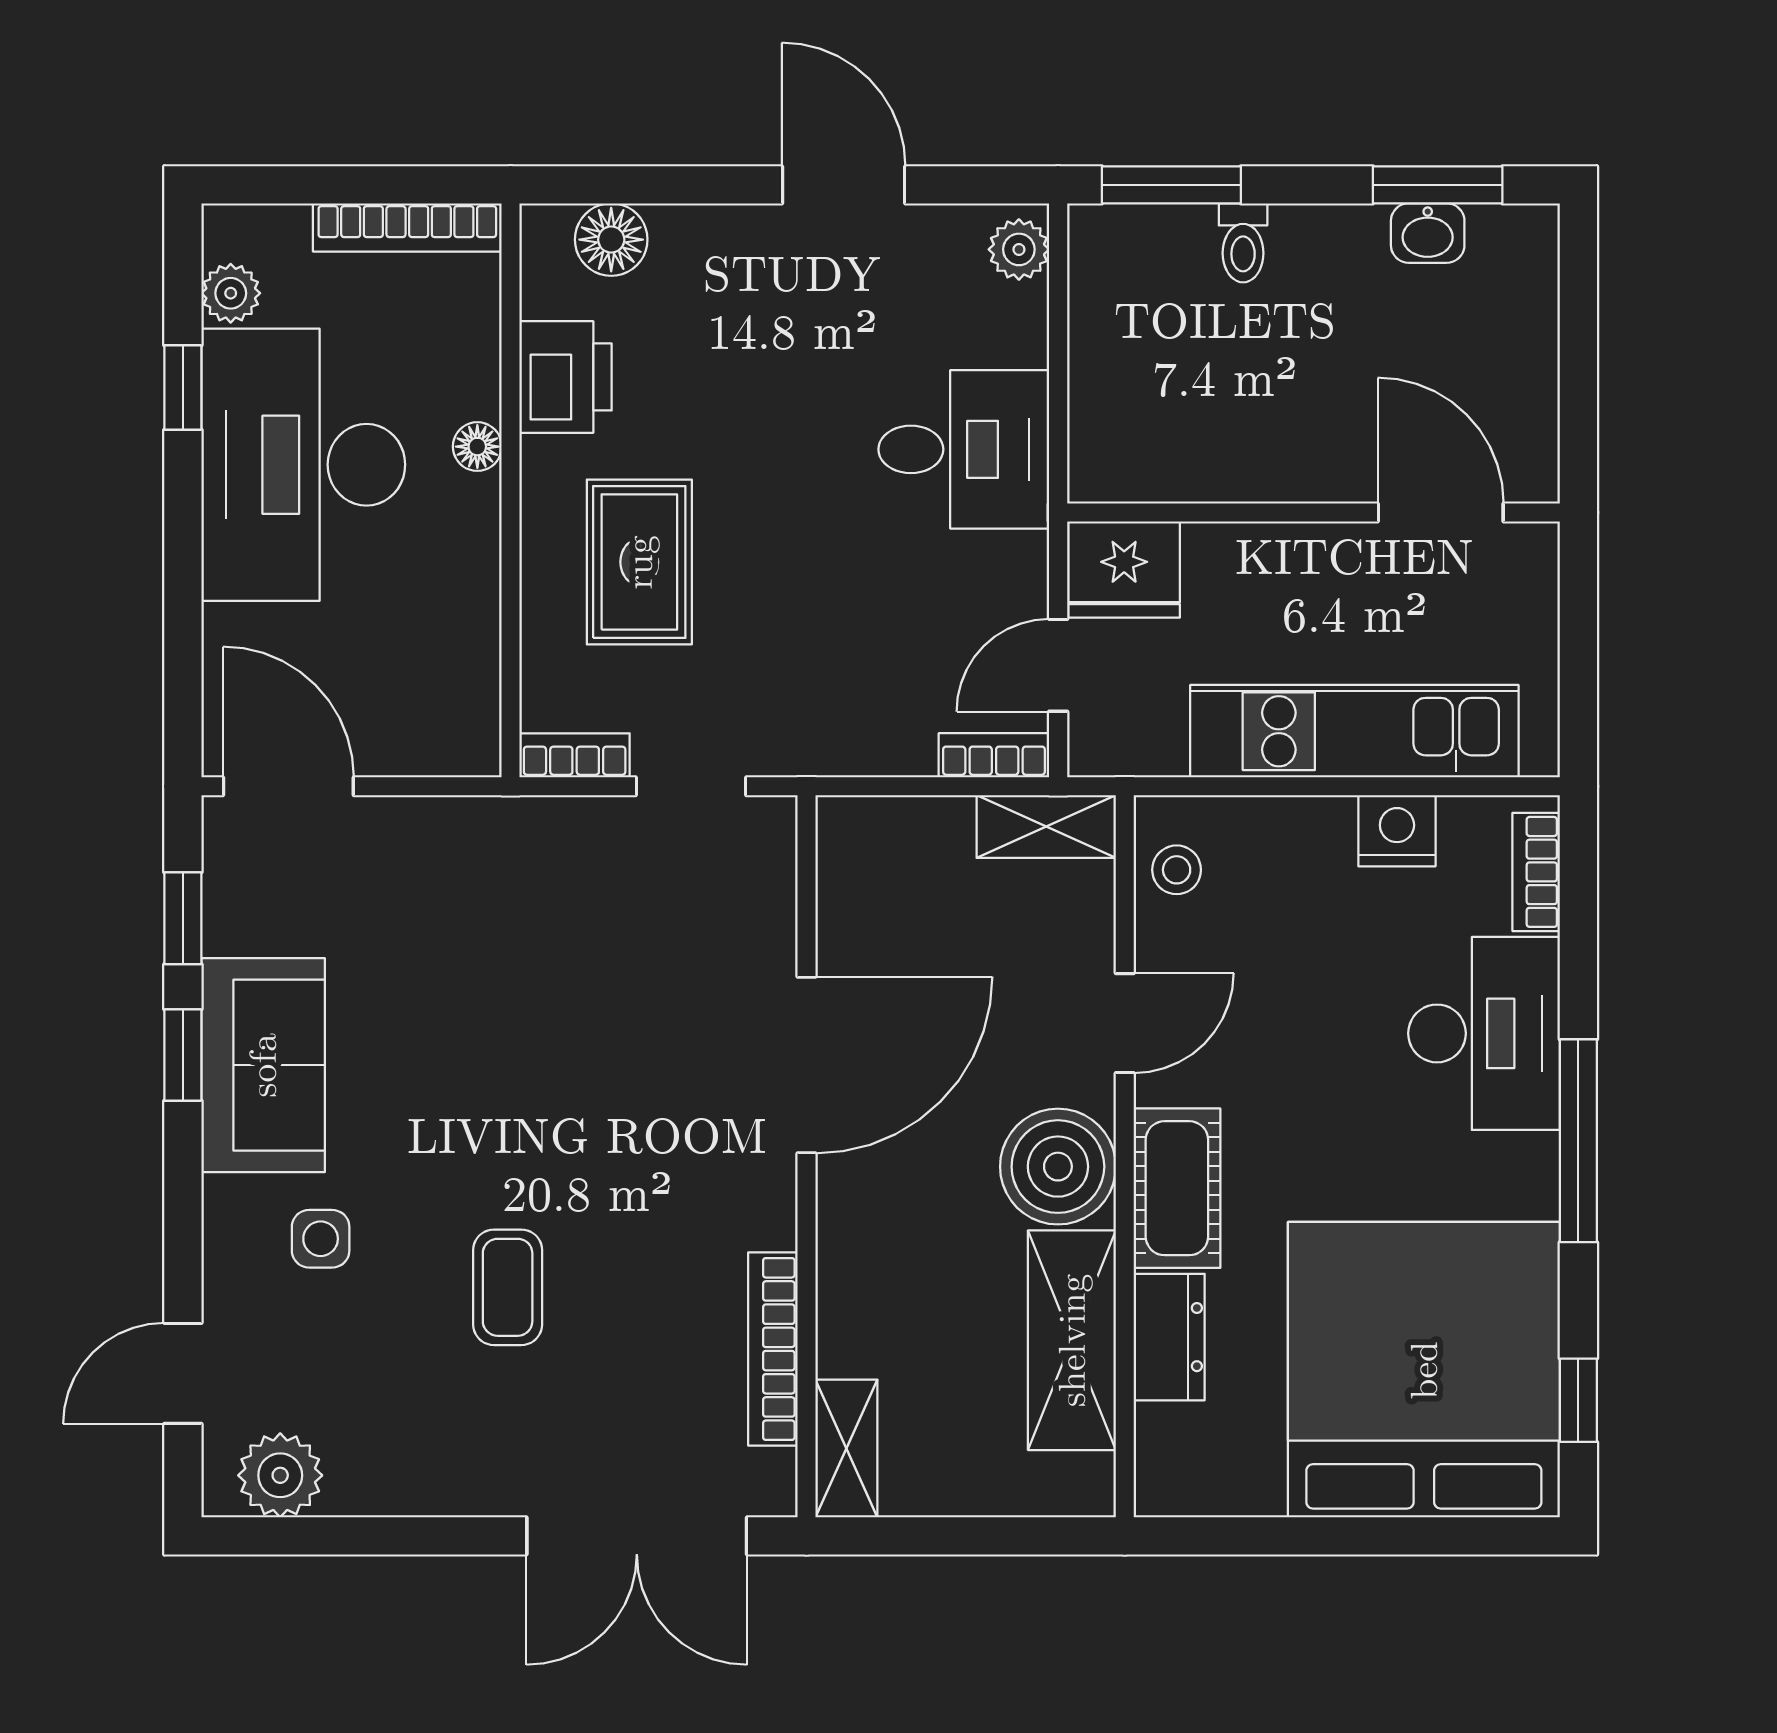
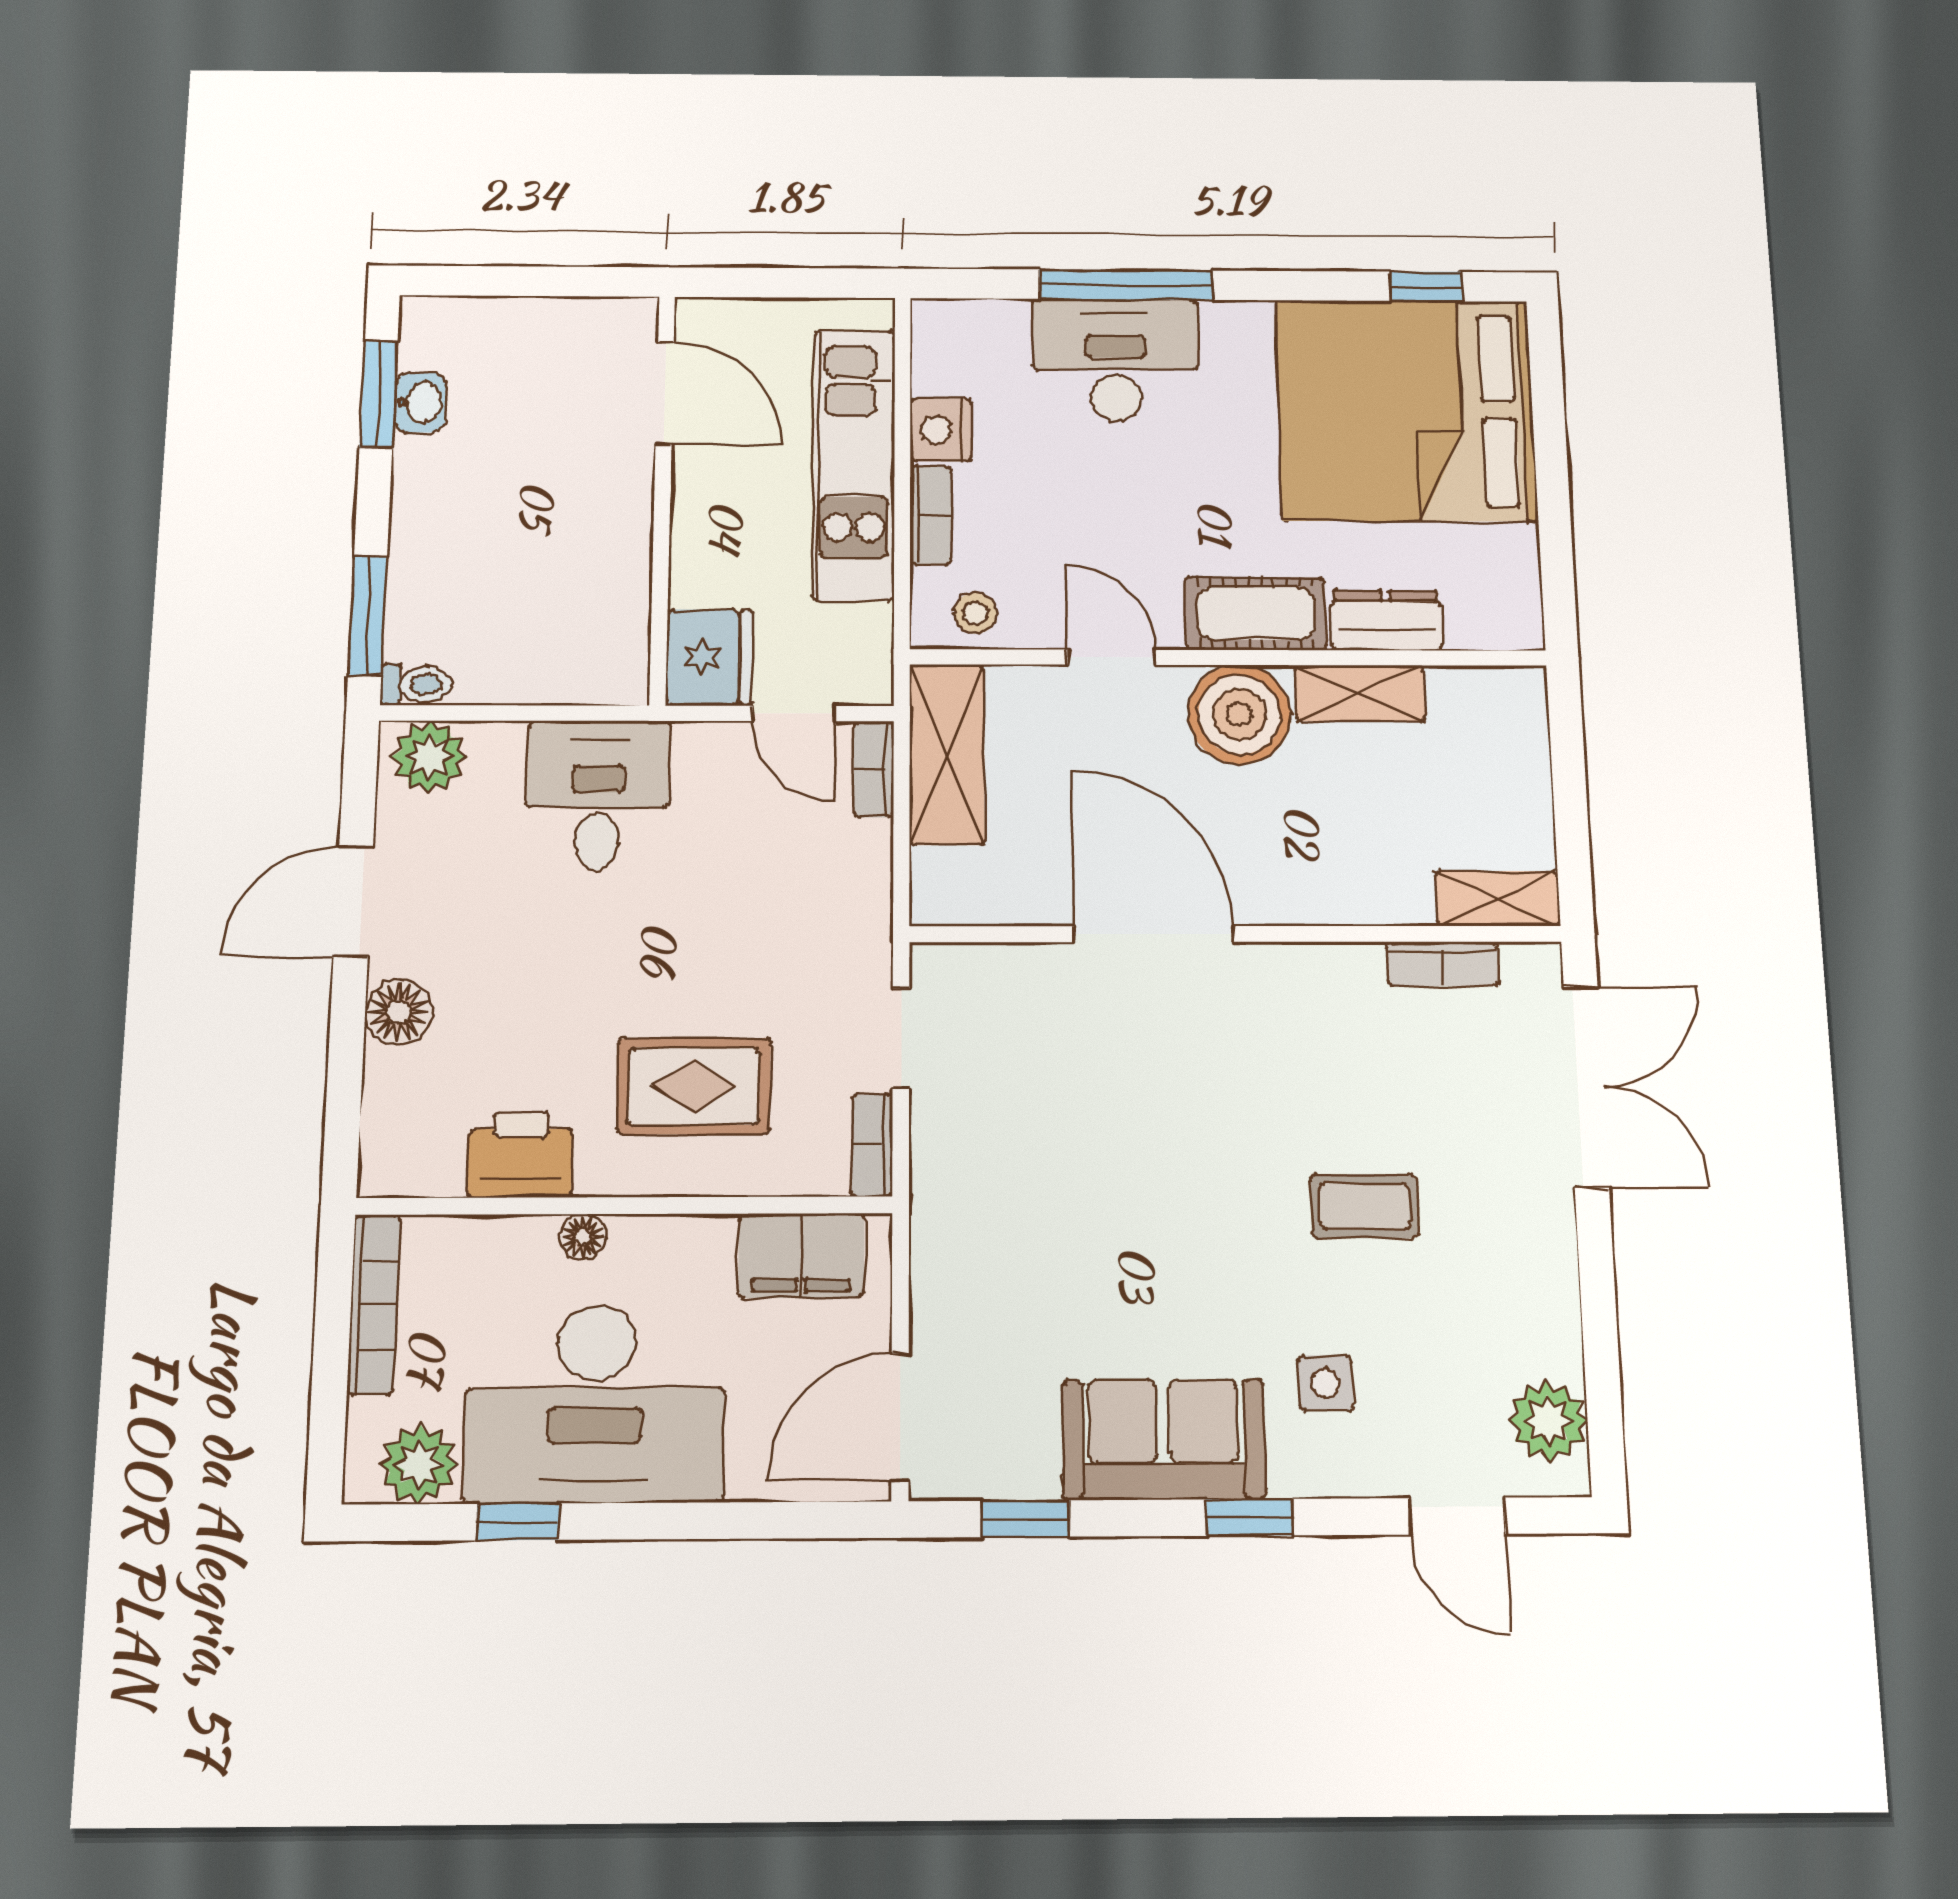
floor lamp: (611, 240) -> (399, 1012), moved
toilet: (1243, 243) -> (416, 684), moved
plant: (1019, 249) -> (429, 757), width x1.38, depth x1.38
plant: (231, 293) -> (419, 1464), width x1.38, depth x1.38
door: (1441, 513) -> (665, 393), swing flipped
filing cabinet: (457, 680) -> (801, 1255), added
shelving: (1046, 827) -> (947, 754), width x1.50, depth x1.33
bookcase: (1536, 872) -> (931, 515), moved, turned -90
window: (183, 1055) -> (1249, 1517), moved
window: (1578, 1141) -> (1126, 285), moved
shelving: (1072, 1340) -> (1360, 693), width x0.67, depth x0.75
bookcase: (773, 1349) -> (1442, 964), width x0.64

